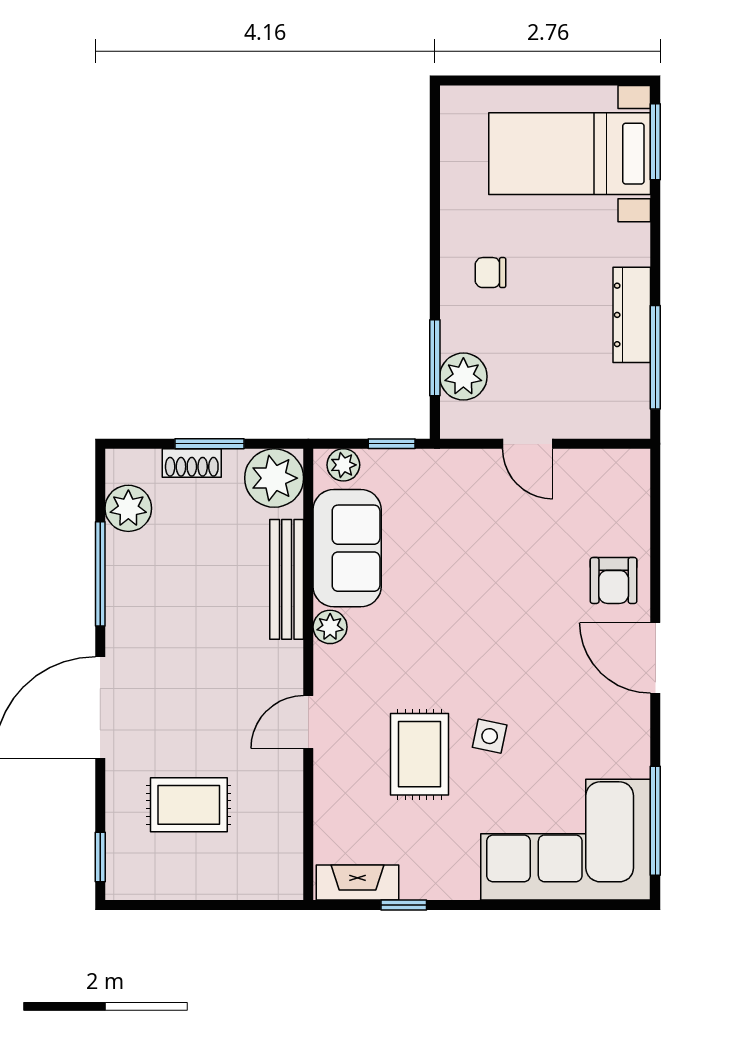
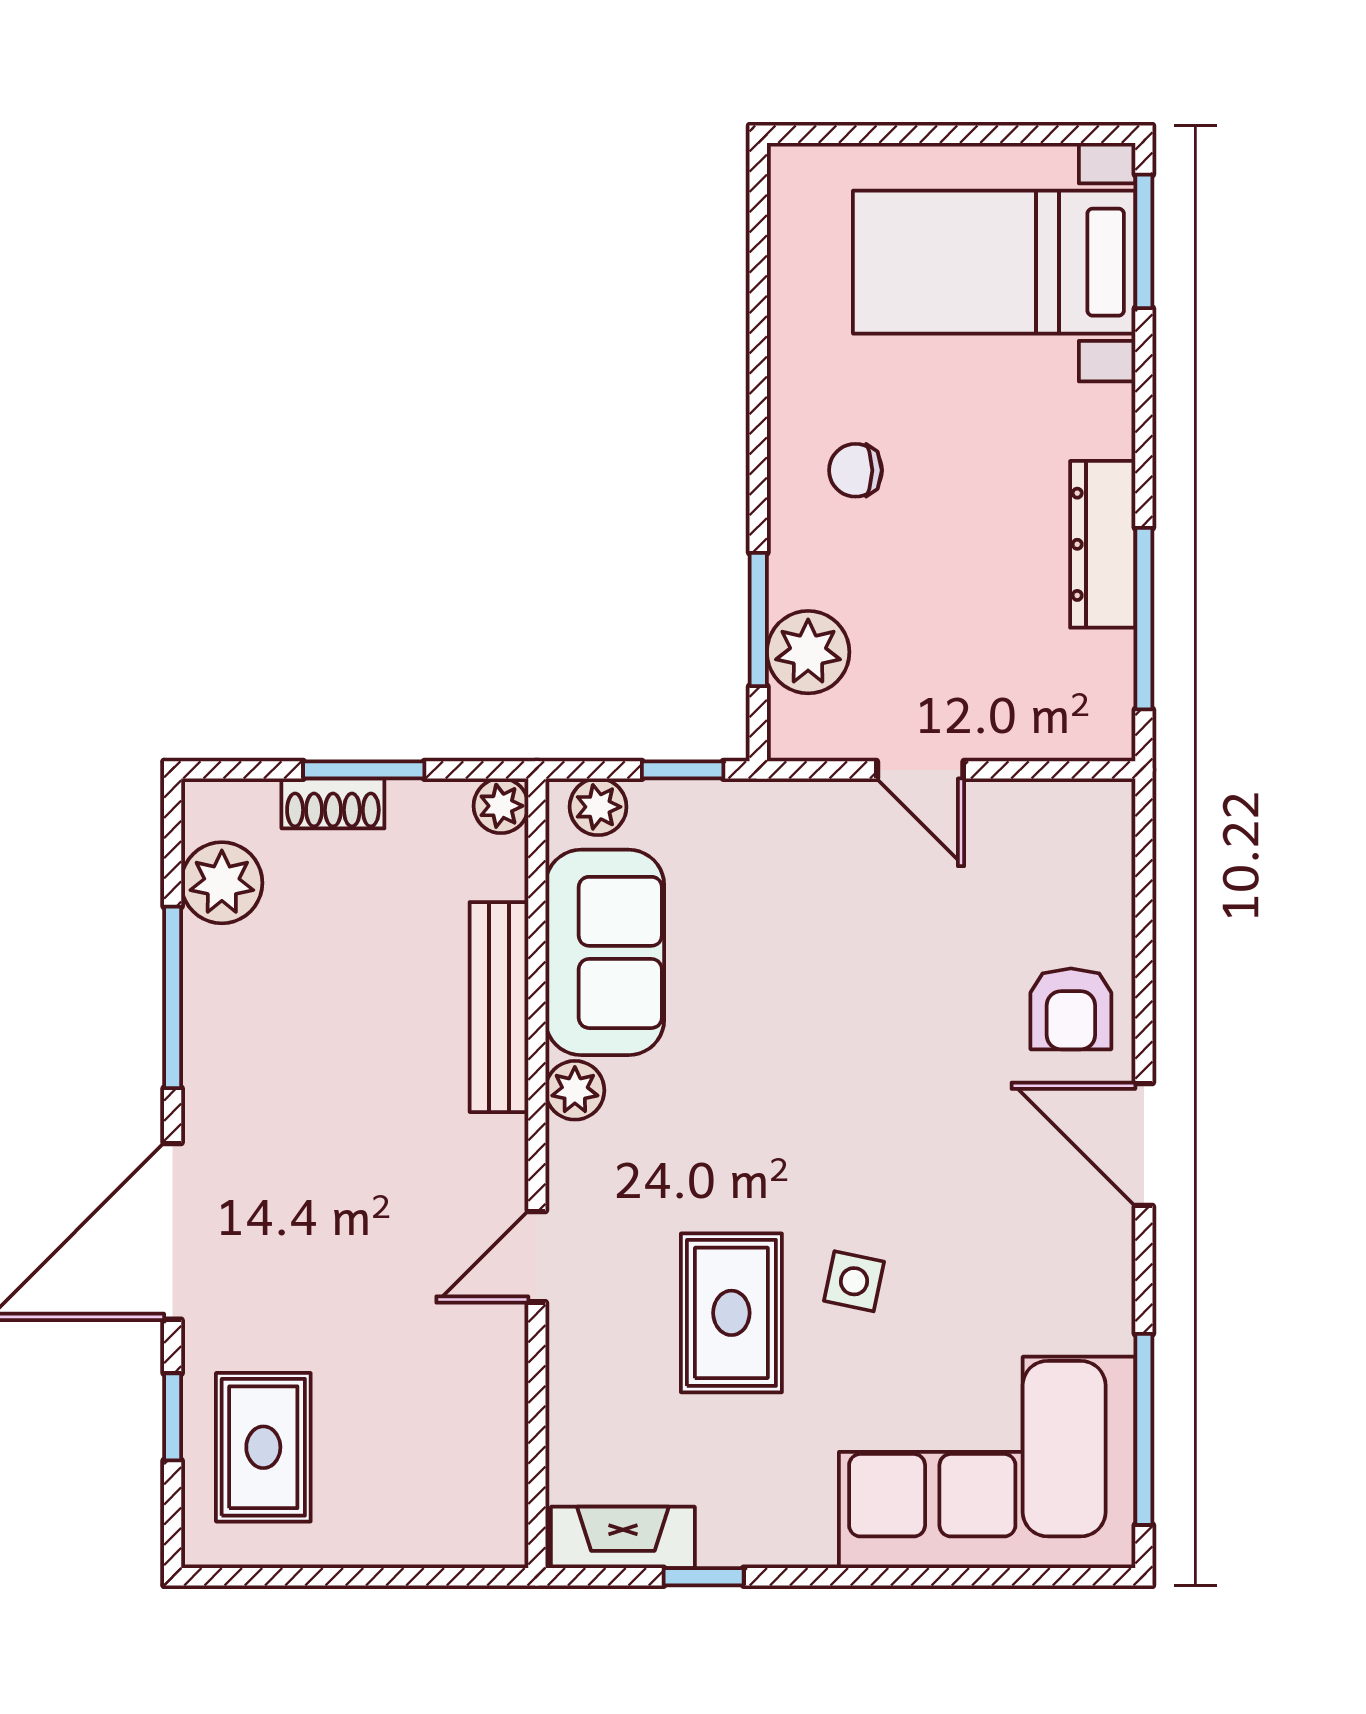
plant: (274, 478) -> (501, 806), width x0.53, depth x0.53
rug: (189, 805) -> (263, 1447), moved, turned 90
window: (100, 857) -> (173, 1417), moved

